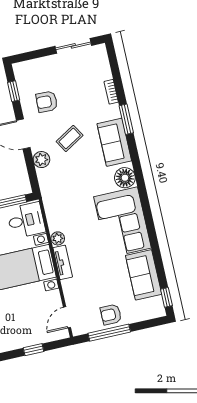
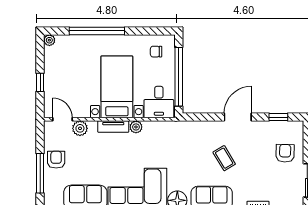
armchair: (47, 102) -> (285, 153), moved
plant: (41, 160) -> (80, 128), moved
window: (109, 333) -> (40, 173), moved

